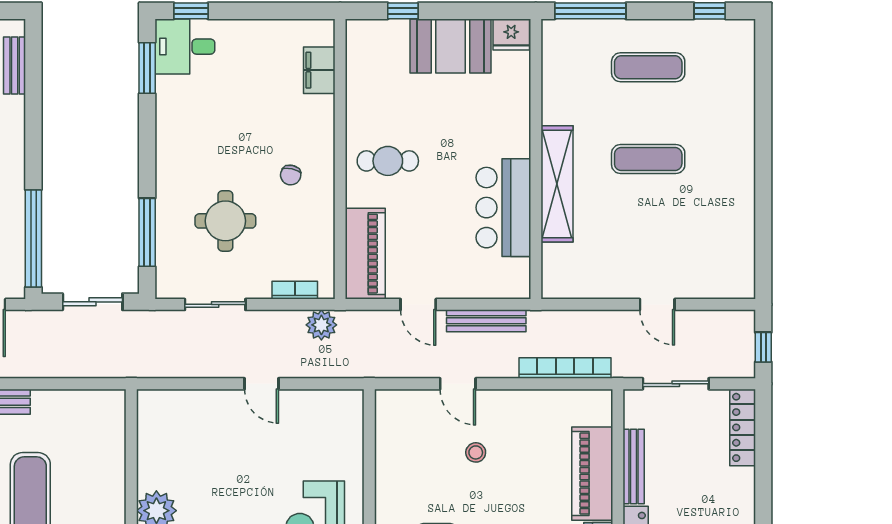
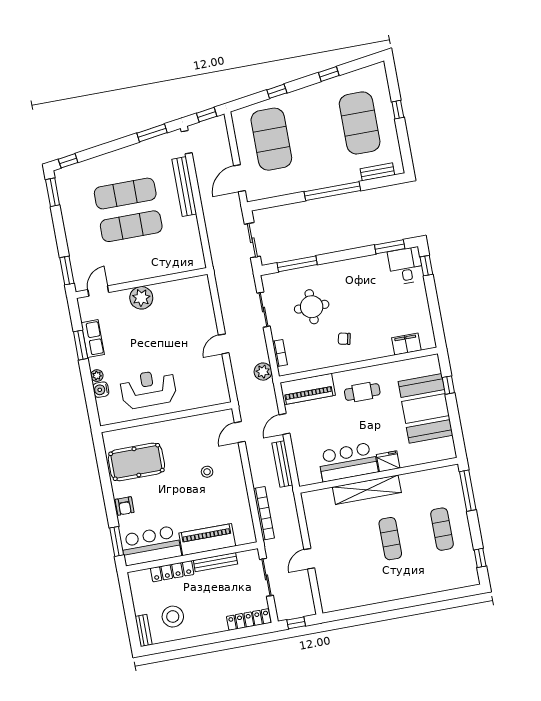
fridge: (511, 34) -> (388, 461), moved, turned 90
booth: (451, 46) -> (426, 408), width x1.36, depth x1.42
cafe table: (388, 161) -> (362, 392), turned 90
window: (33, 238) -> (332, 191), moved
door: (458, 384) -> (240, 432), moved

